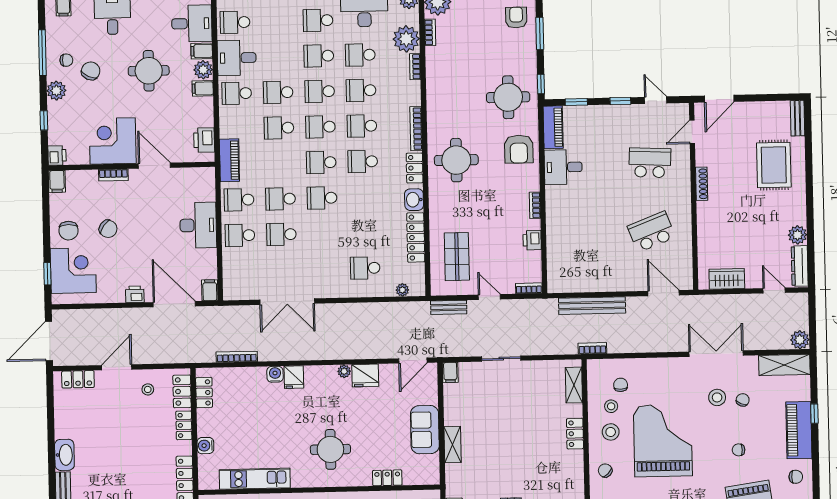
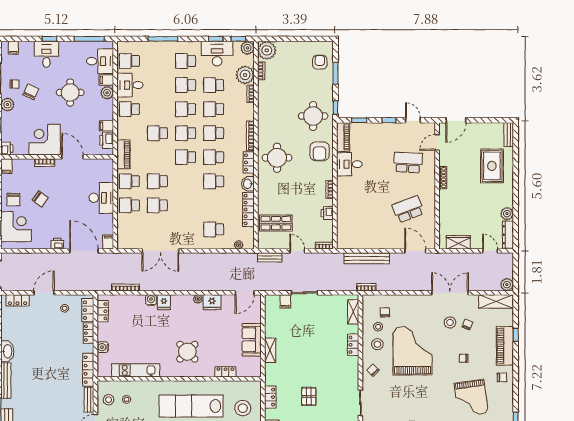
filing cabinet: (203, 88) -> (106, 126), moved
school desk: (278, 92) -> (157, 109), removed
school desk: (322, 198) -> (214, 181), moved
shop shelf: (457, 257) -> (276, 223), turned 90
filing cabinet: (450, 372) -> (285, 301), moved
round table: (330, 449) -> (187, 352), turned 45

